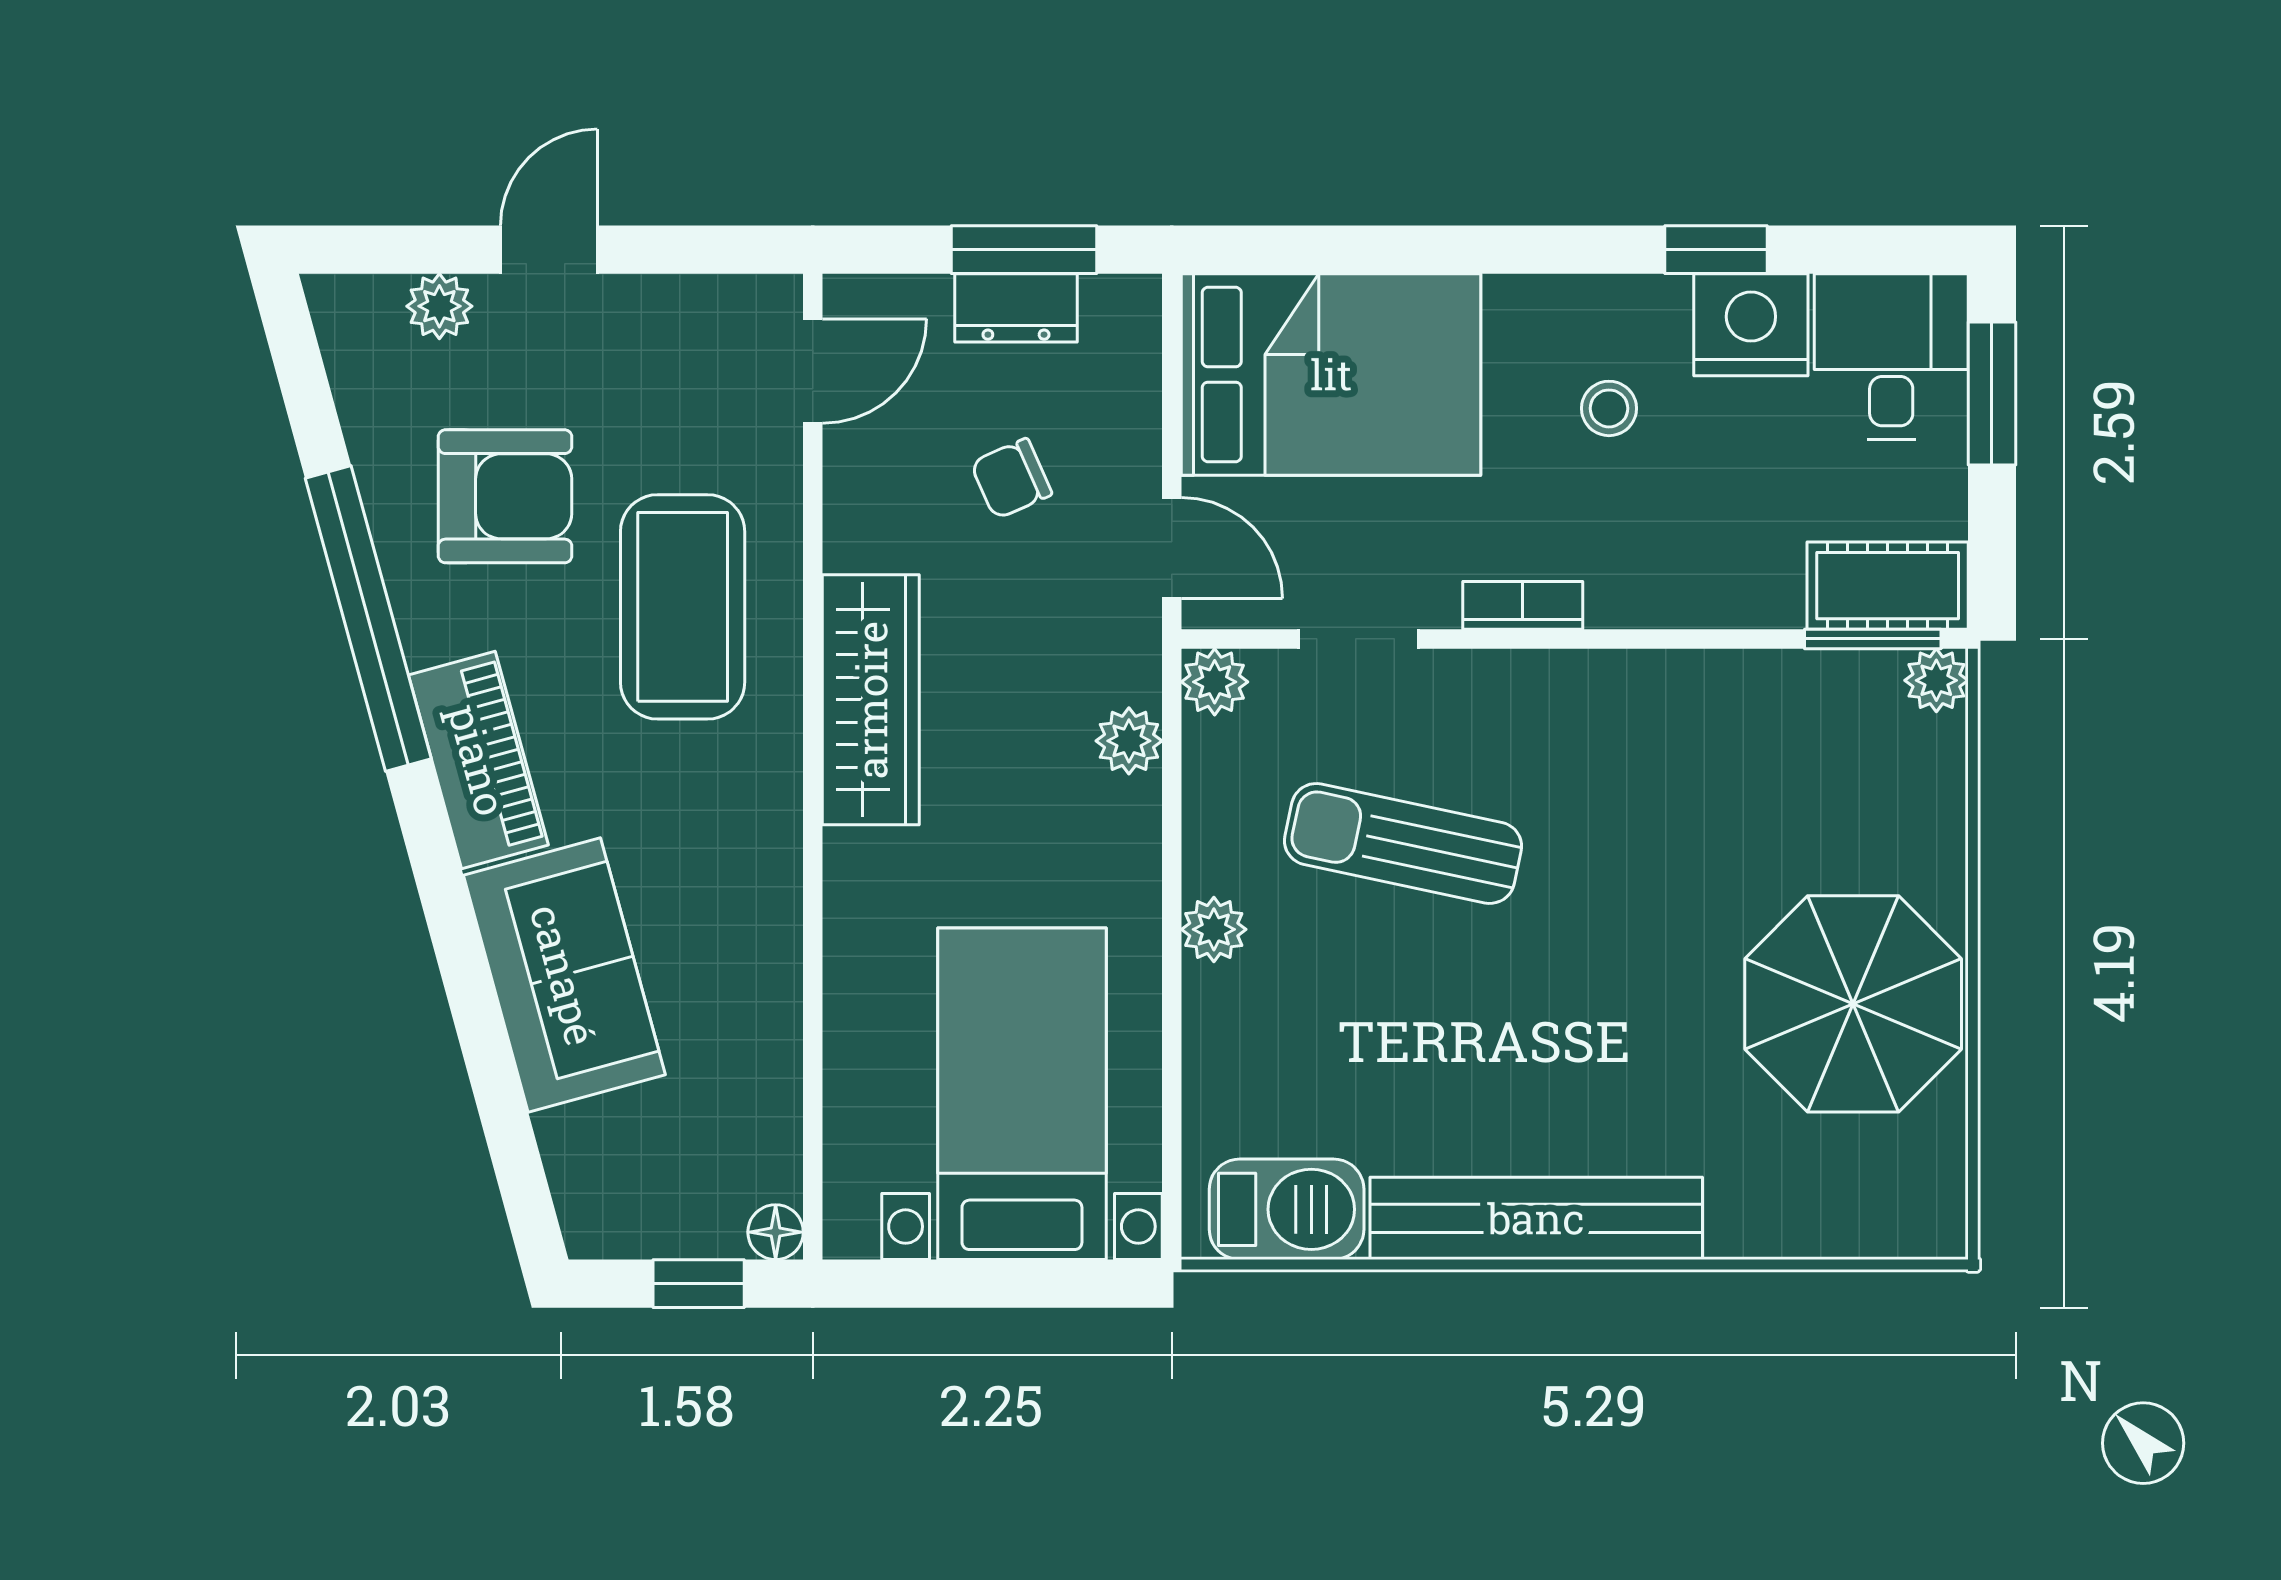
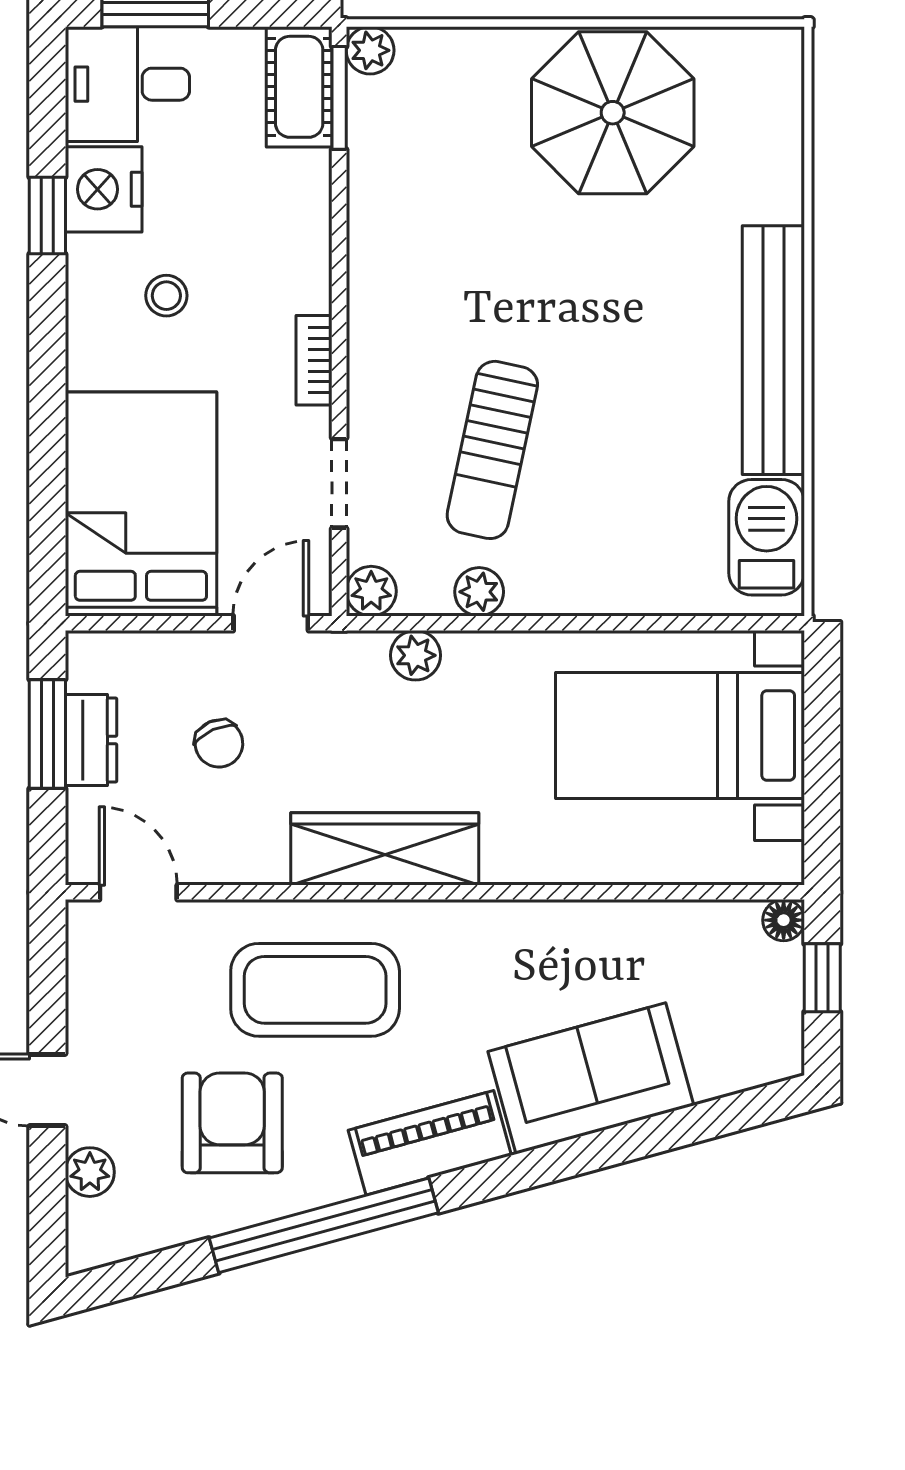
plant: (1214, 929) -> (479, 592), moved

